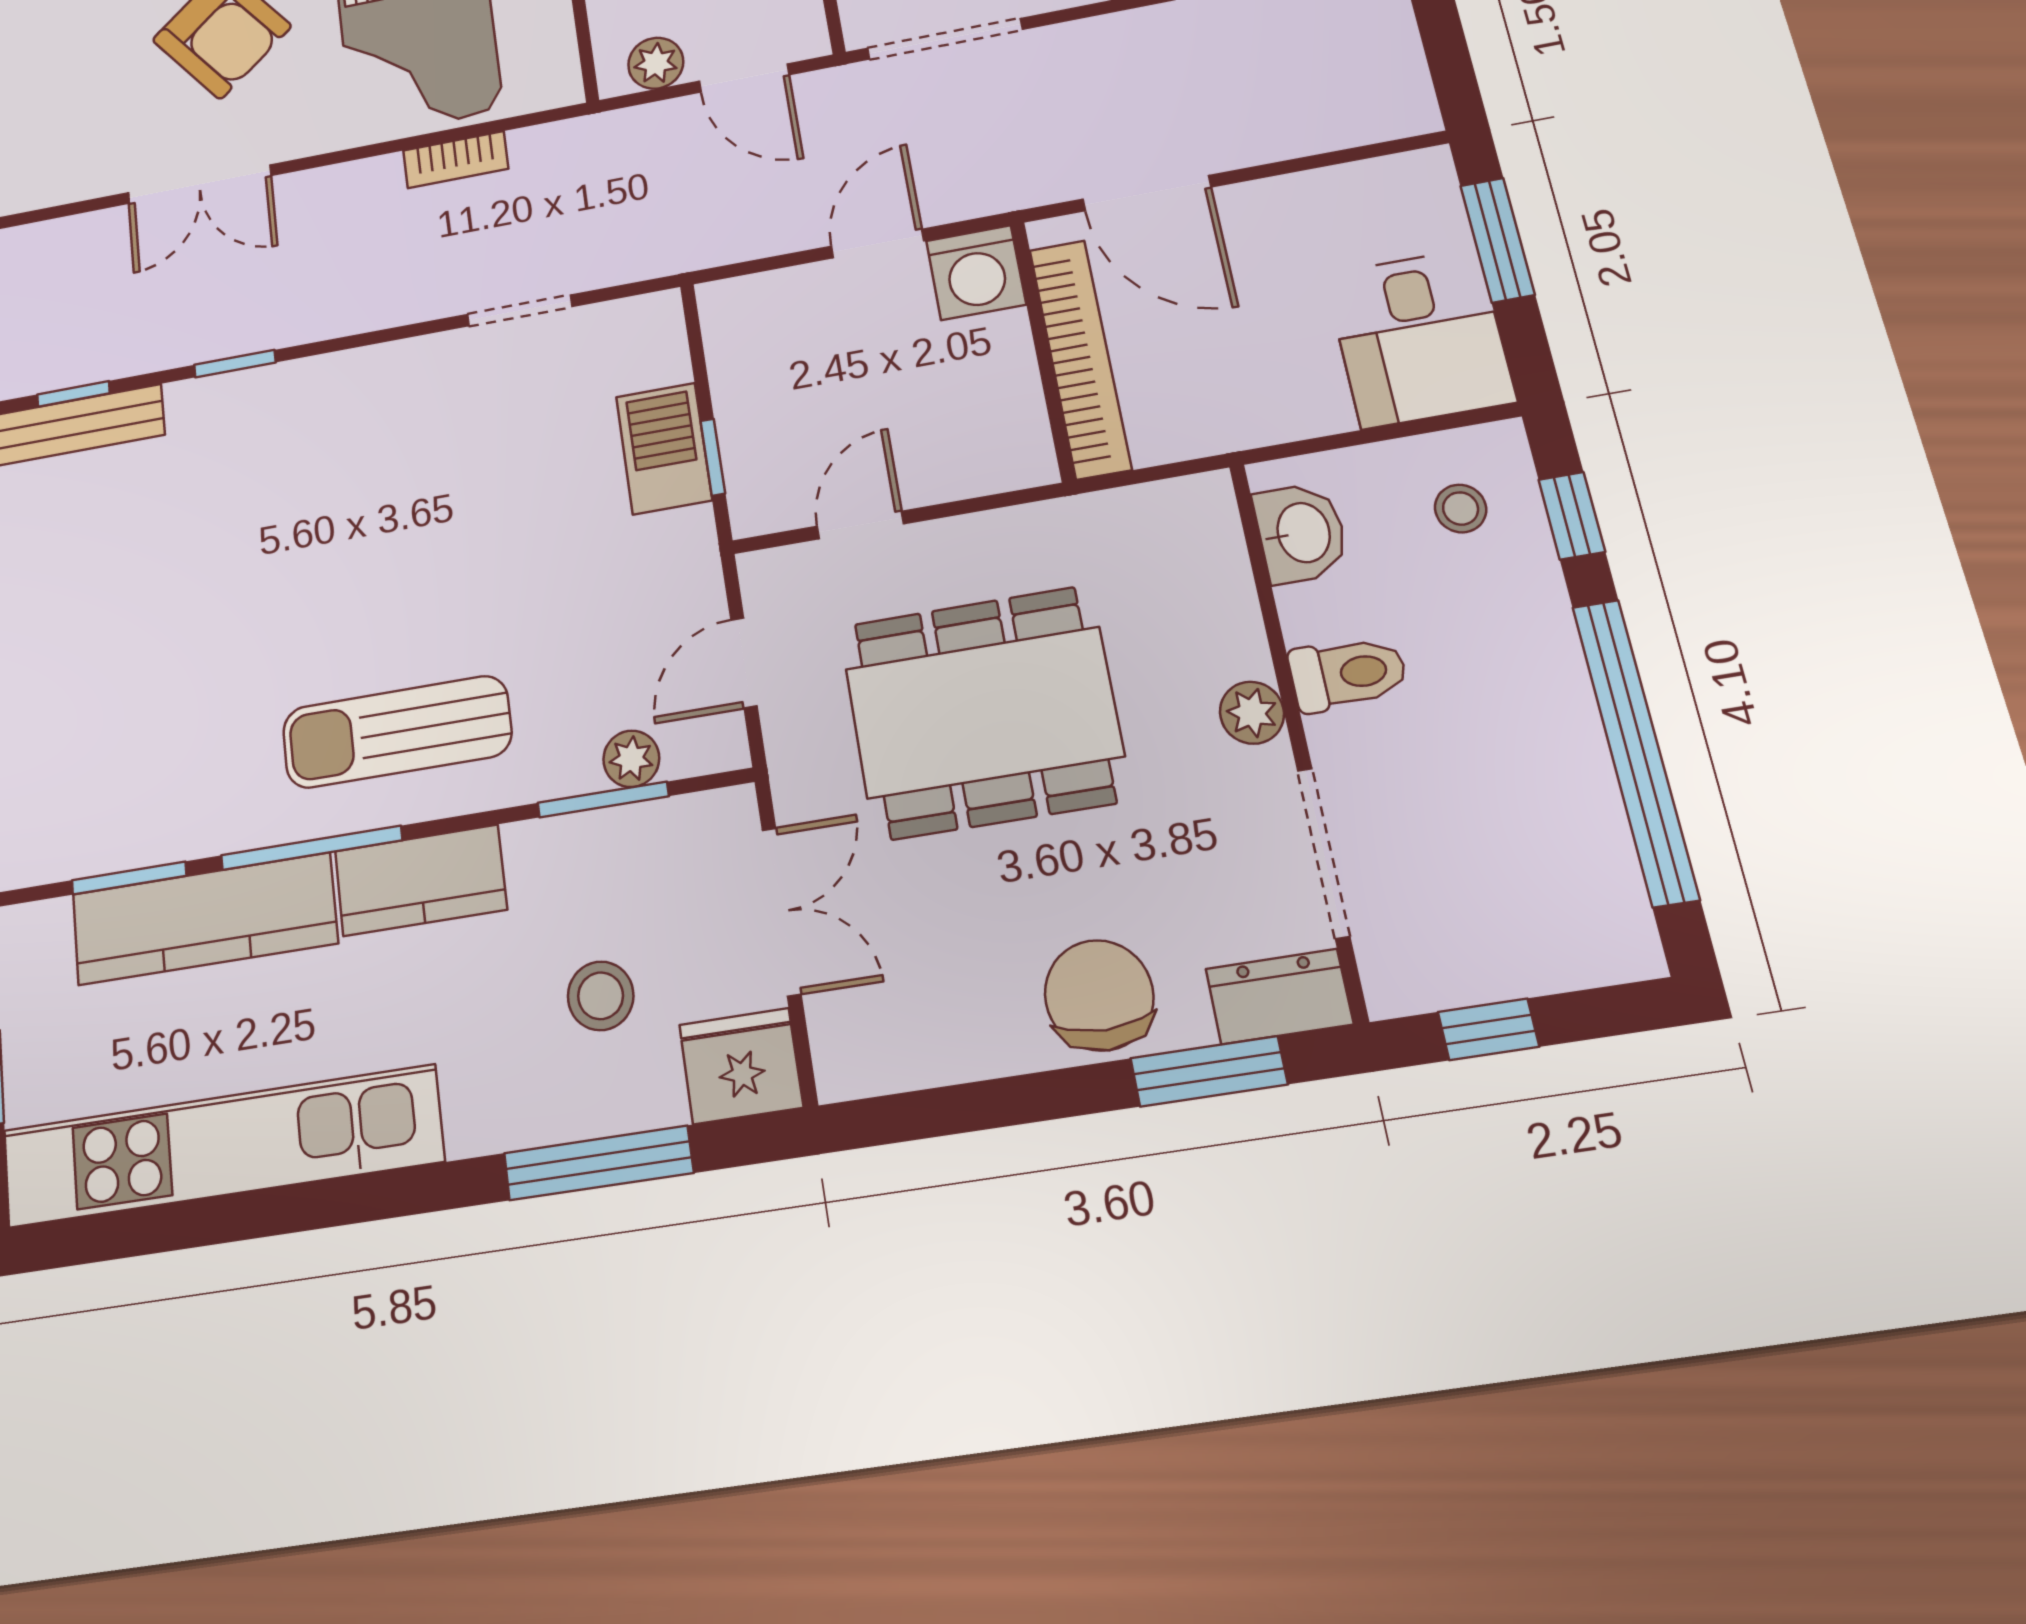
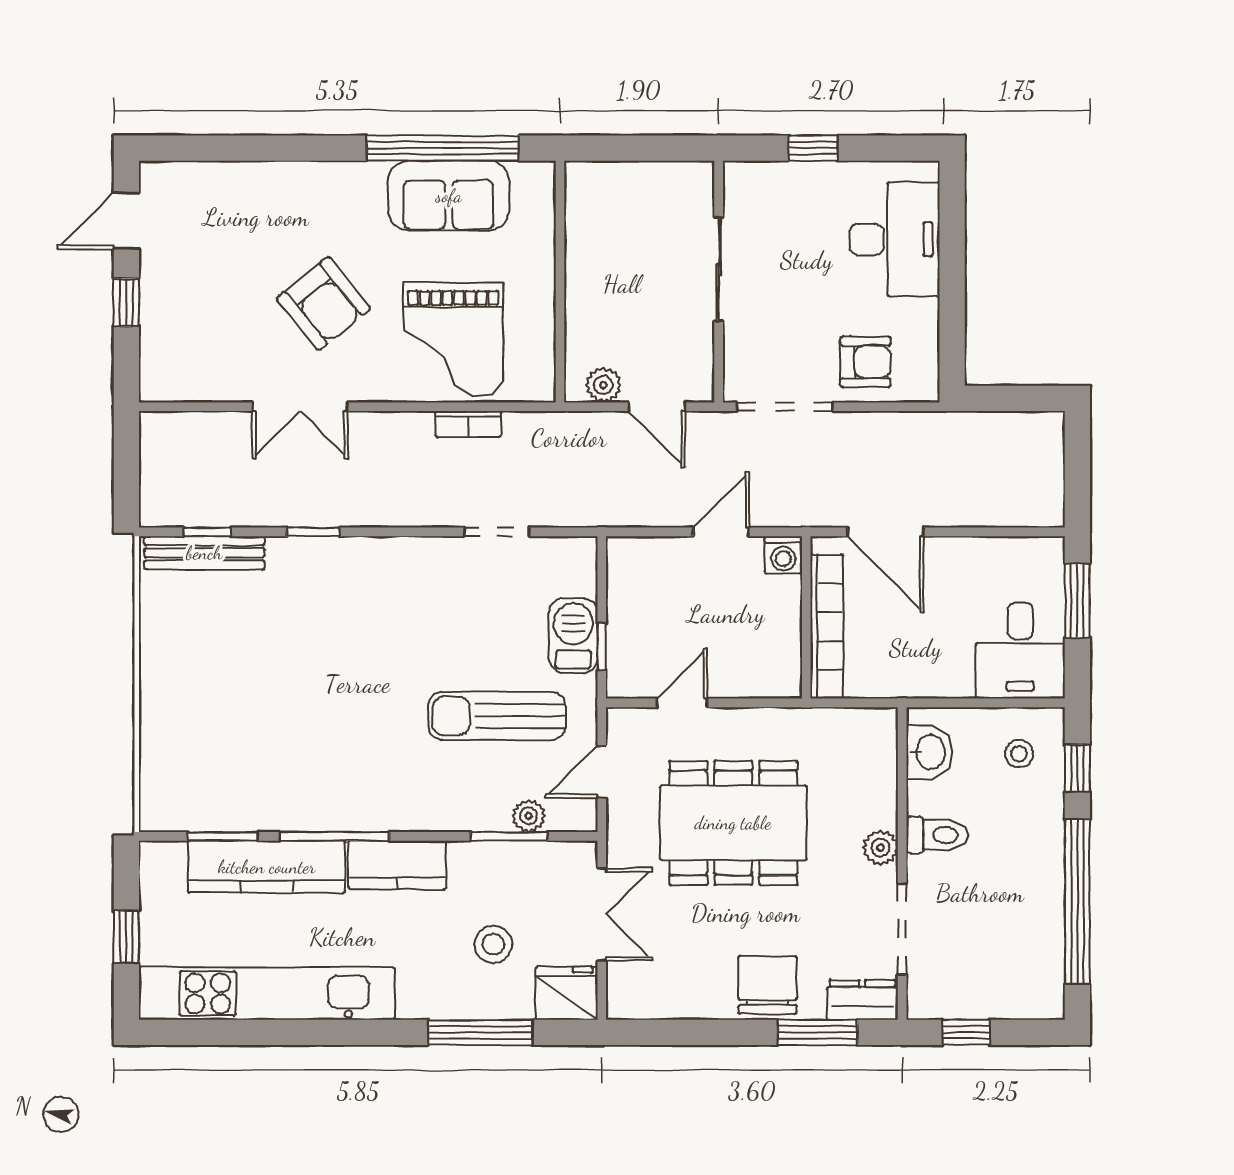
washing machine: (976, 273) -> (783, 555), width x0.73, depth x0.73
sun lounger: (397, 732) -> (497, 716), moved

